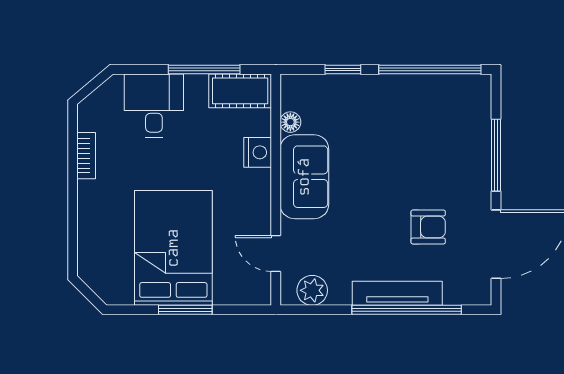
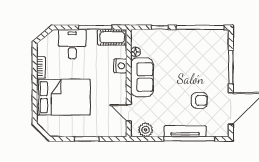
bed: (173, 248) -> (63, 97), moved, turned 90

